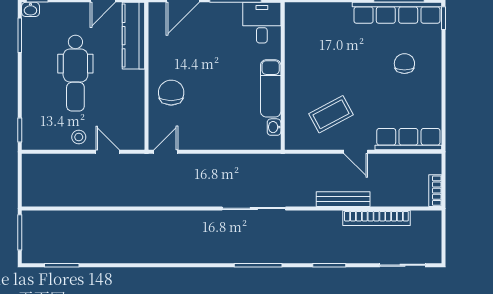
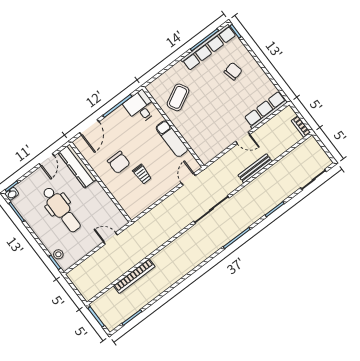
chair: (404, 64) -> (233, 71), turned 77
chair: (171, 93) -> (119, 162), moved, turned 180
trolley: (203, 104) -> (142, 174), added
coffee table: (331, 114) -> (178, 97), moved
washbasin: (274, 127) -> (189, 158), removed
stool: (79, 137) -> (58, 254), moved
door: (166, 152) -> (188, 179), moved
bookcase: (376, 218) -> (134, 276), moved

